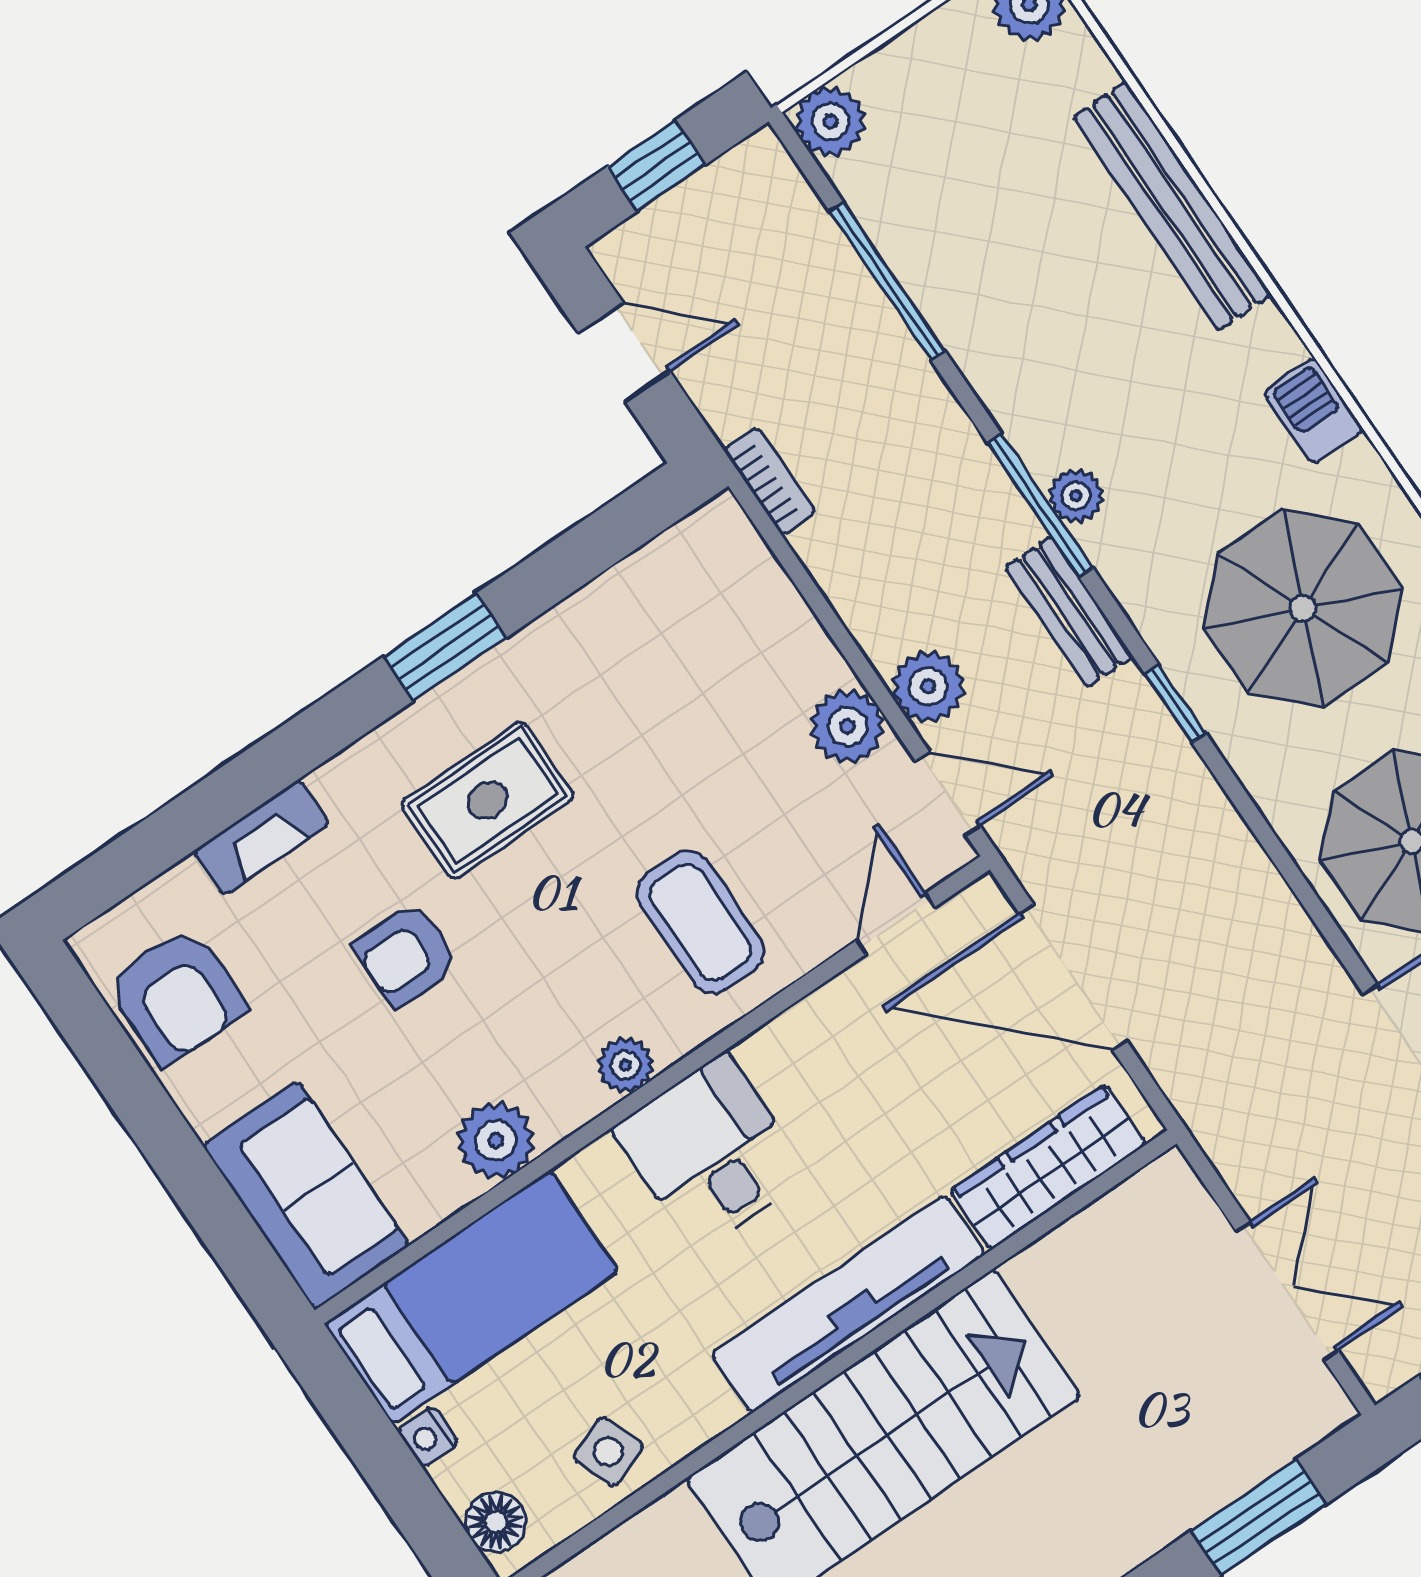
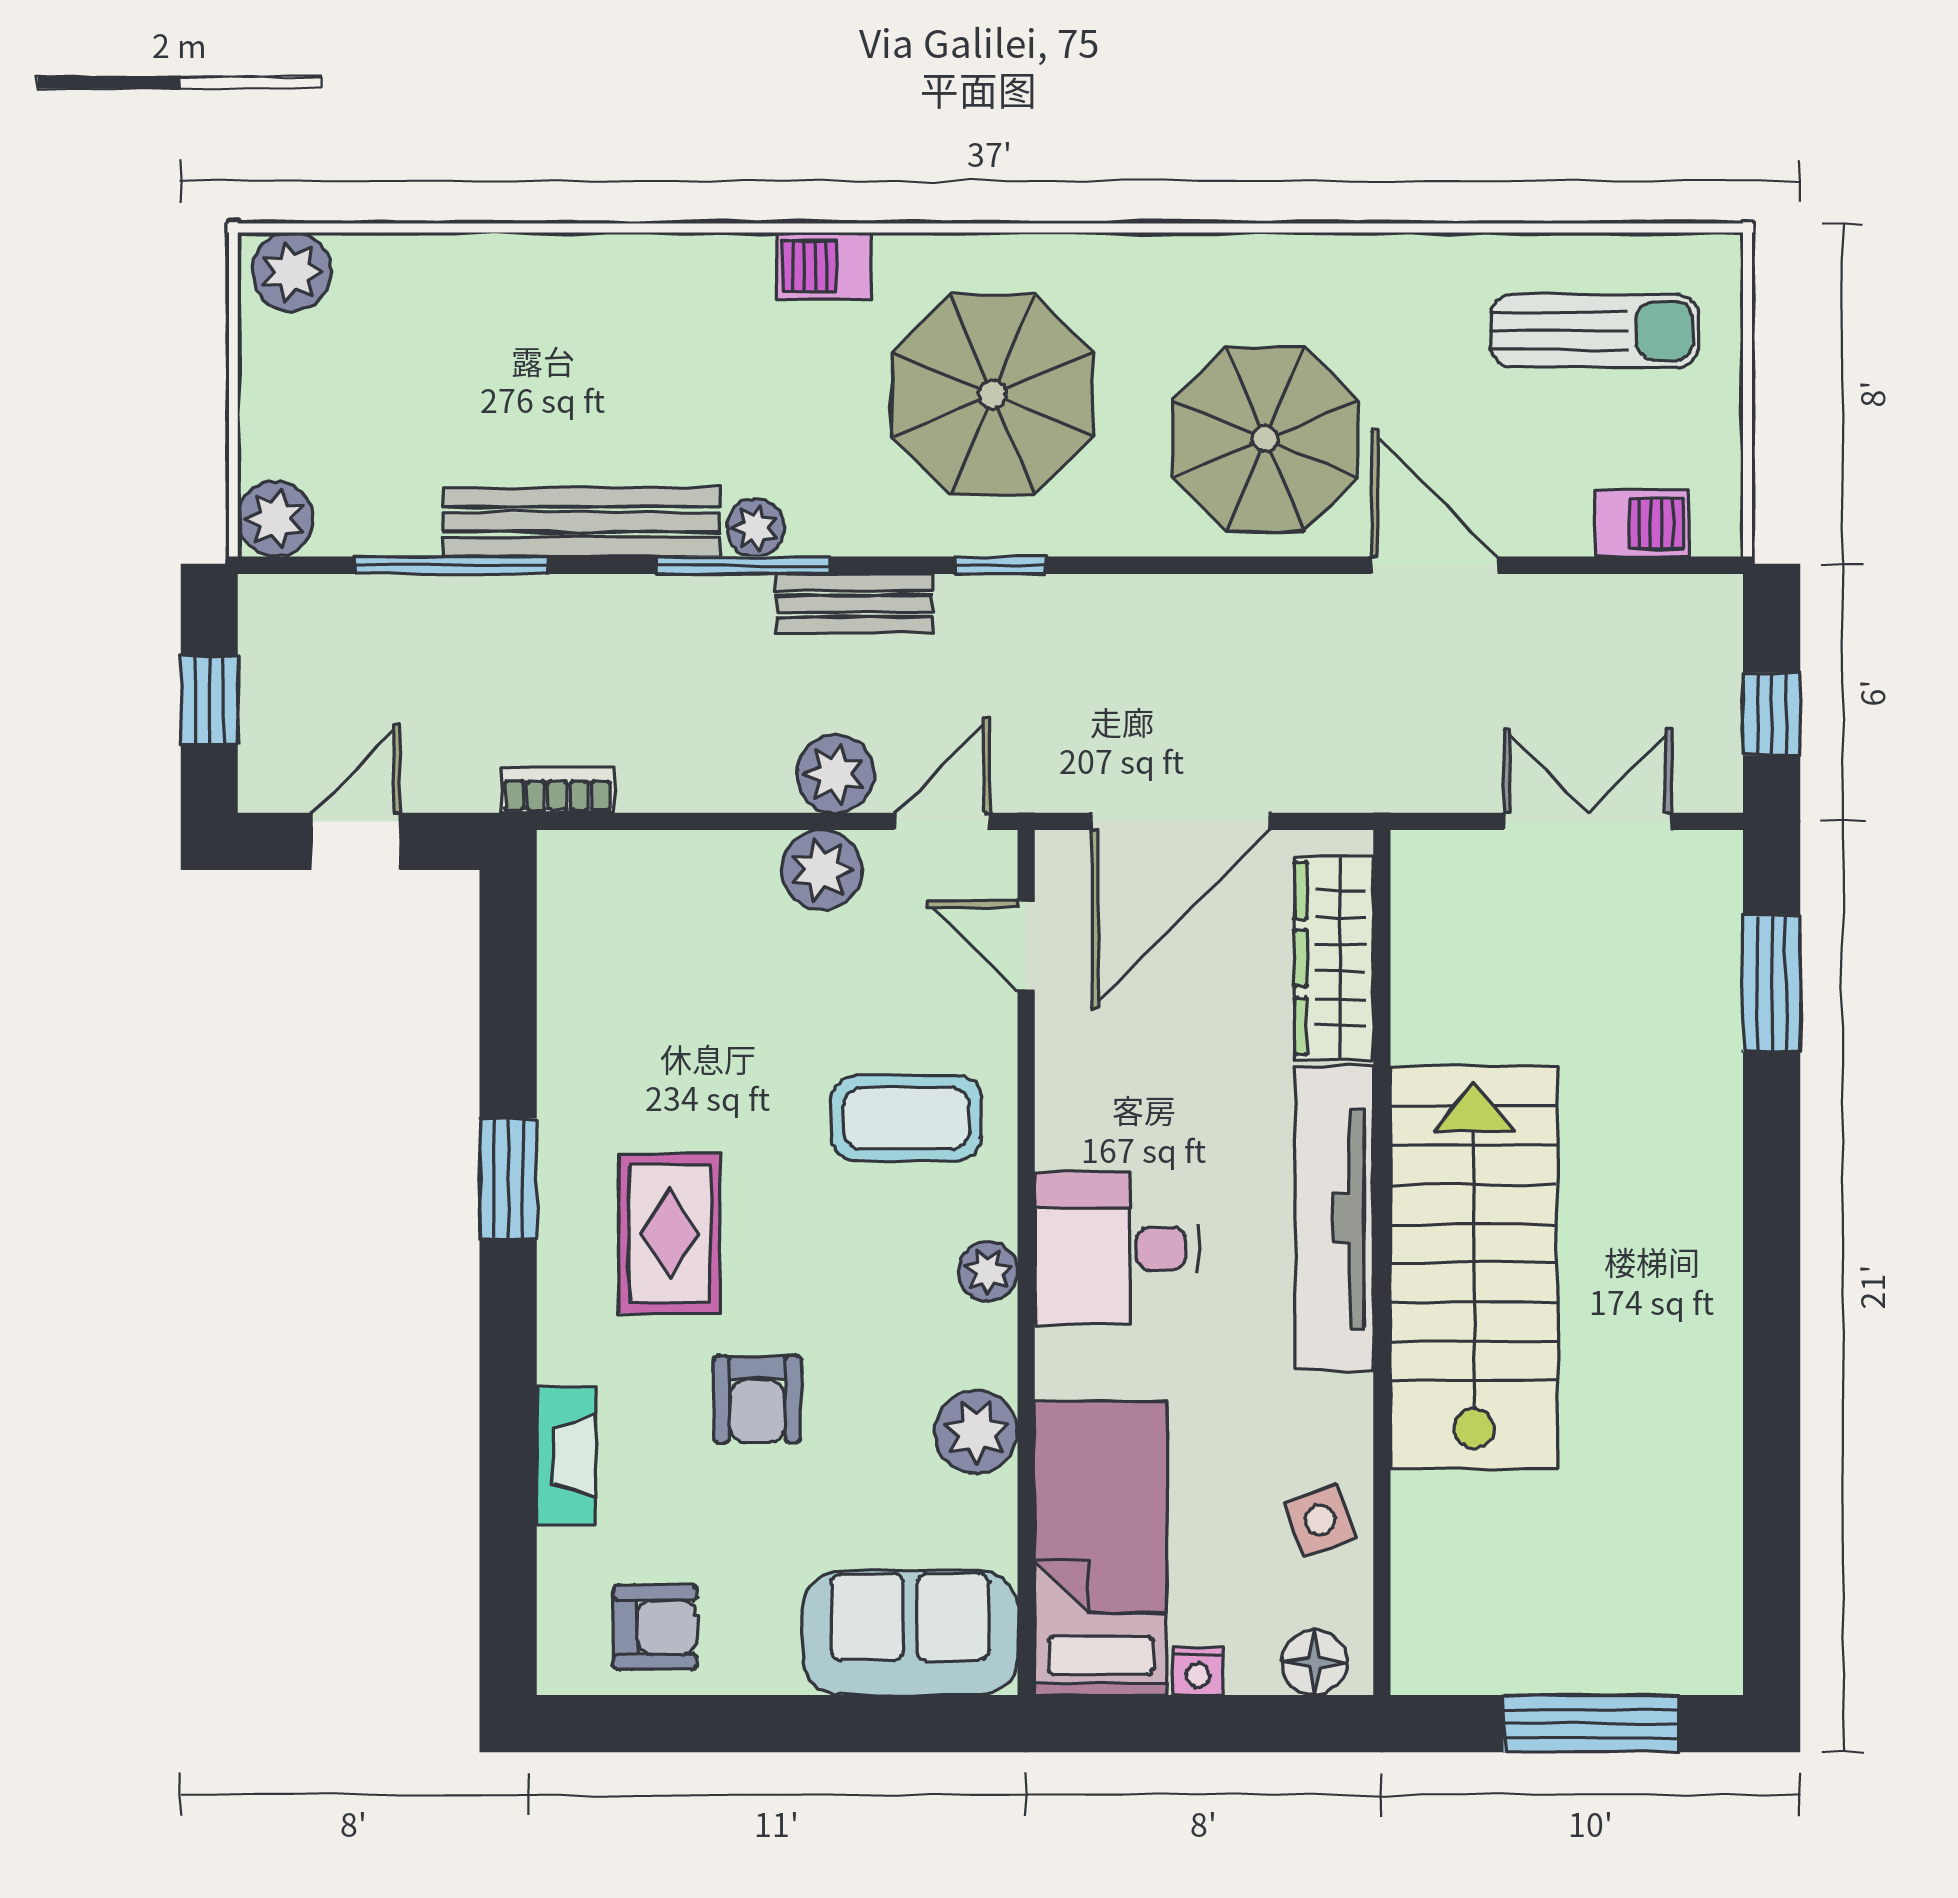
bench: (1172, 206) -> (582, 522), moved
armchair: (177, 996) -> (655, 1627), width x0.72, depth x0.72

